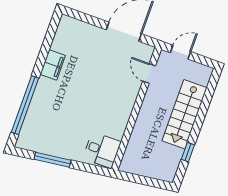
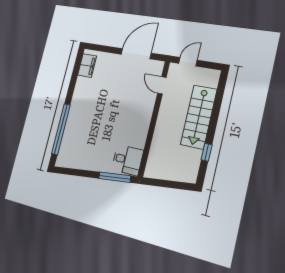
filing cabinet: (53, 65) -> (87, 66), moved
window: (52, 160) -> (115, 177), moved

